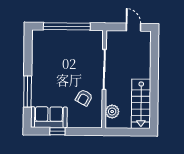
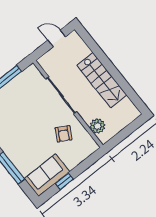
stairs: (141, 104) -> (102, 80), moved

